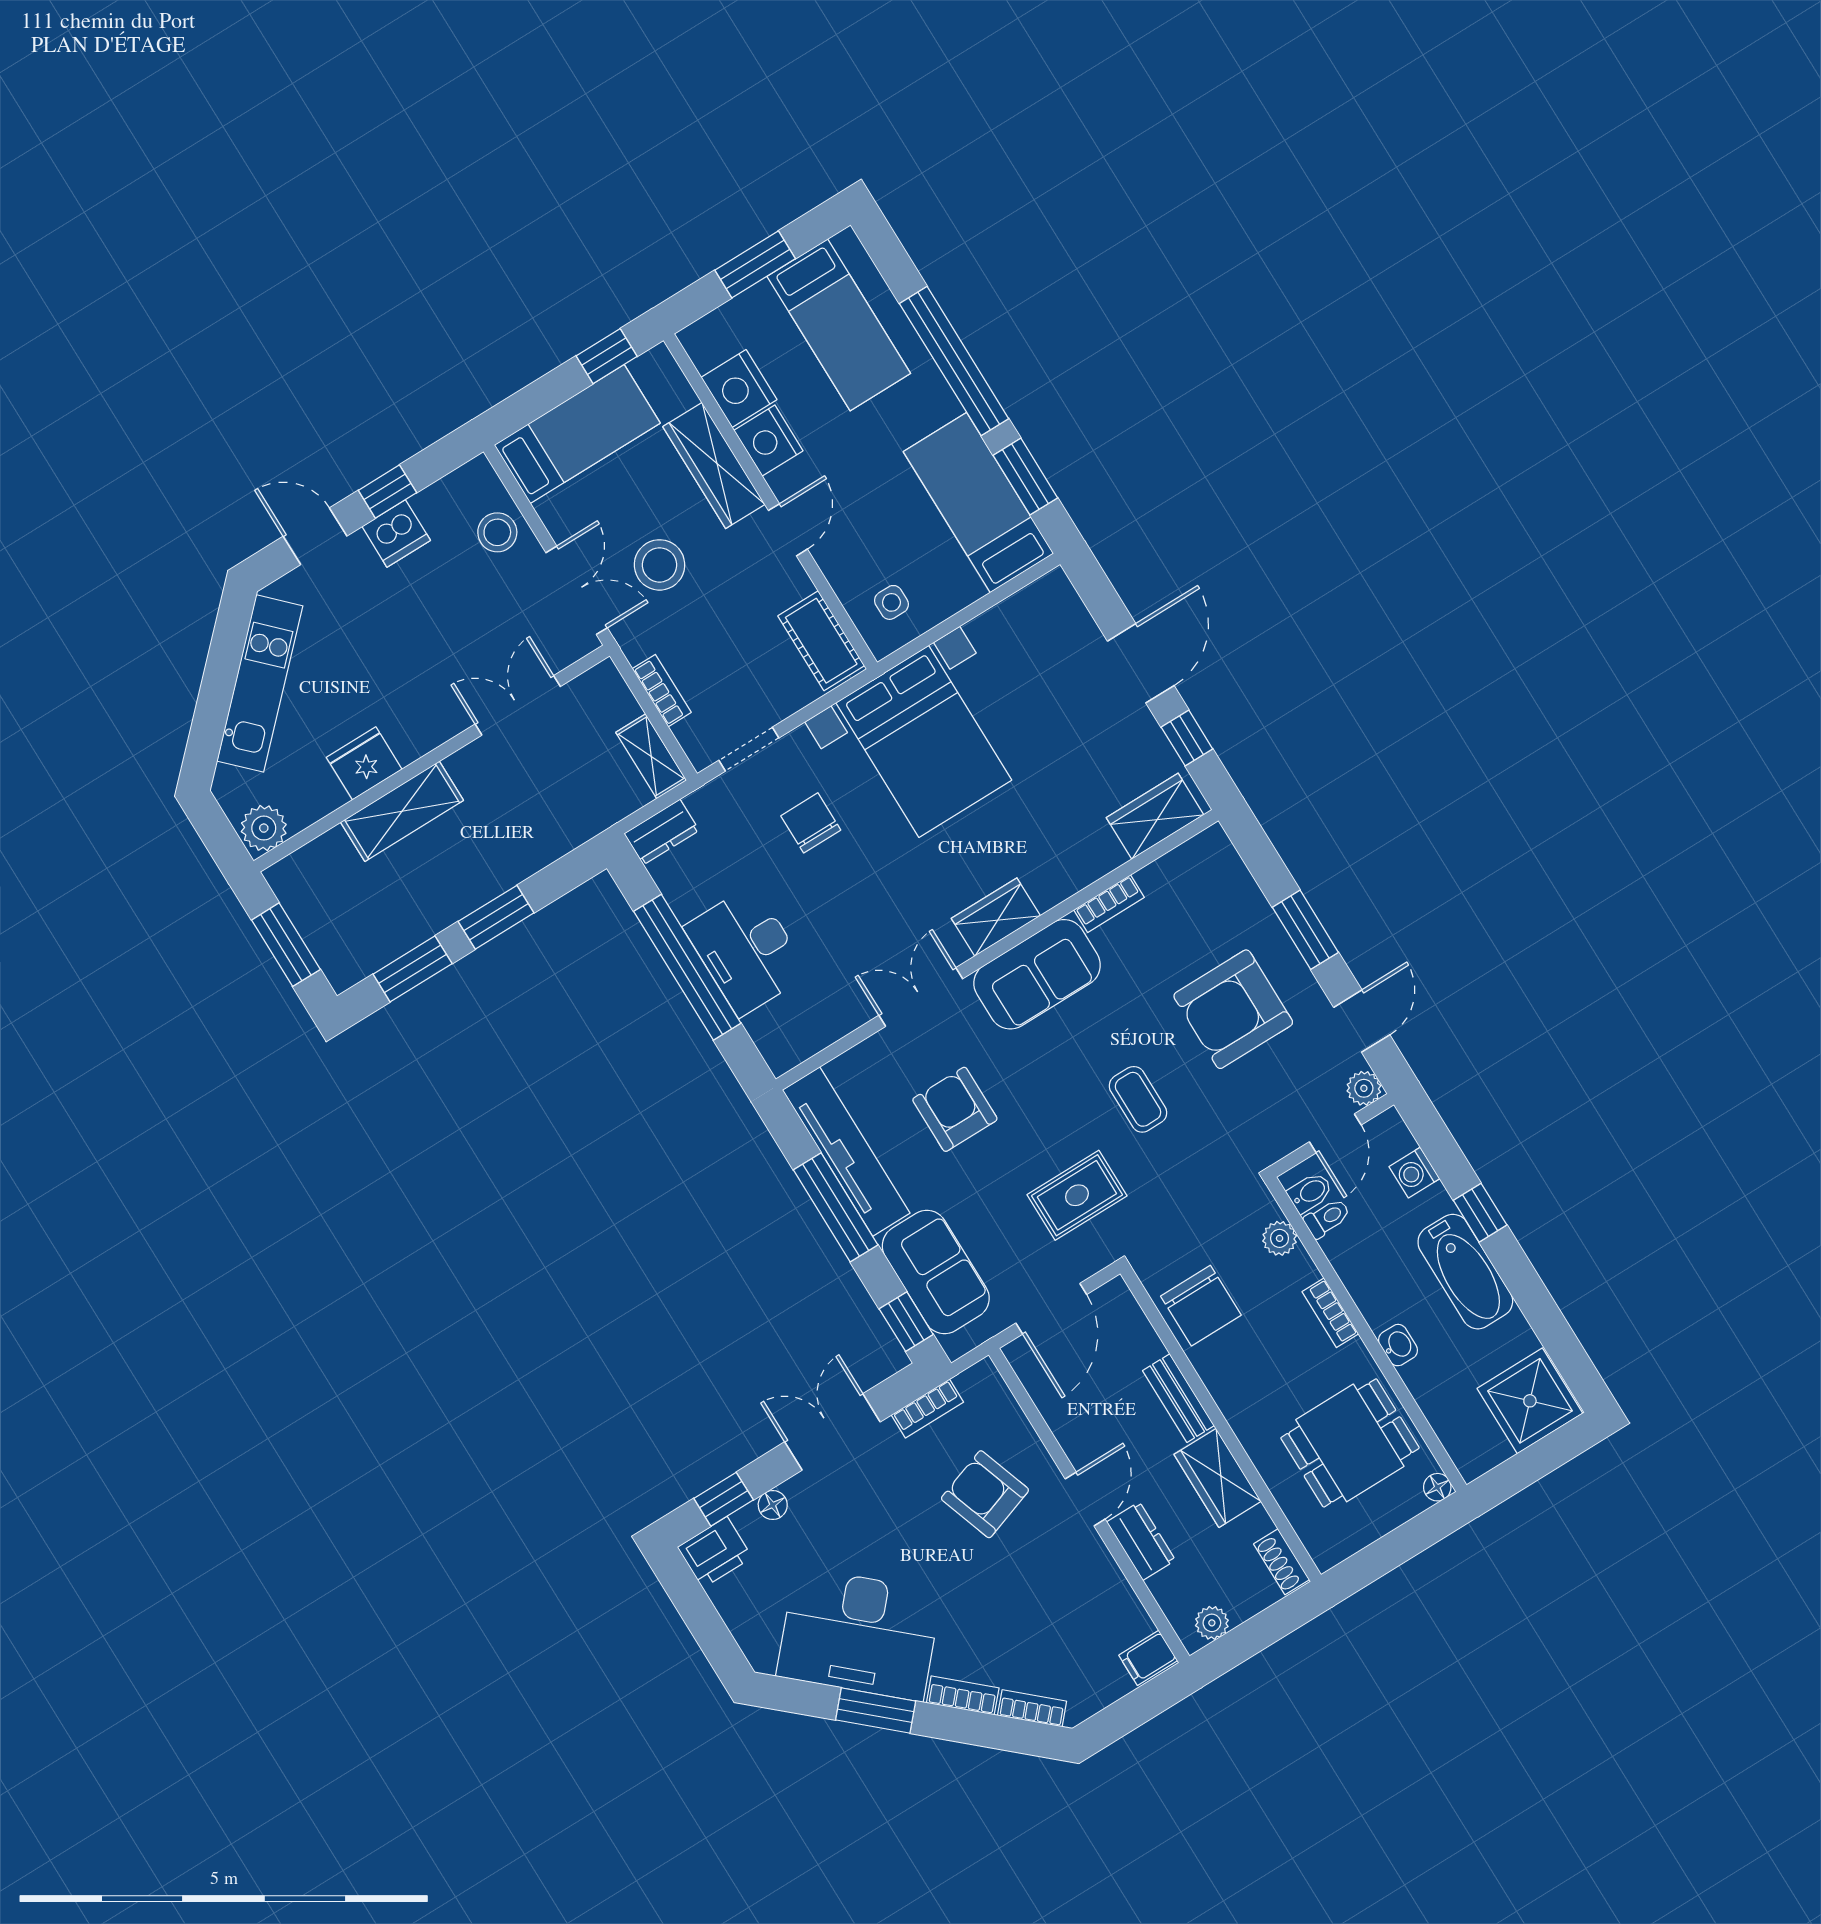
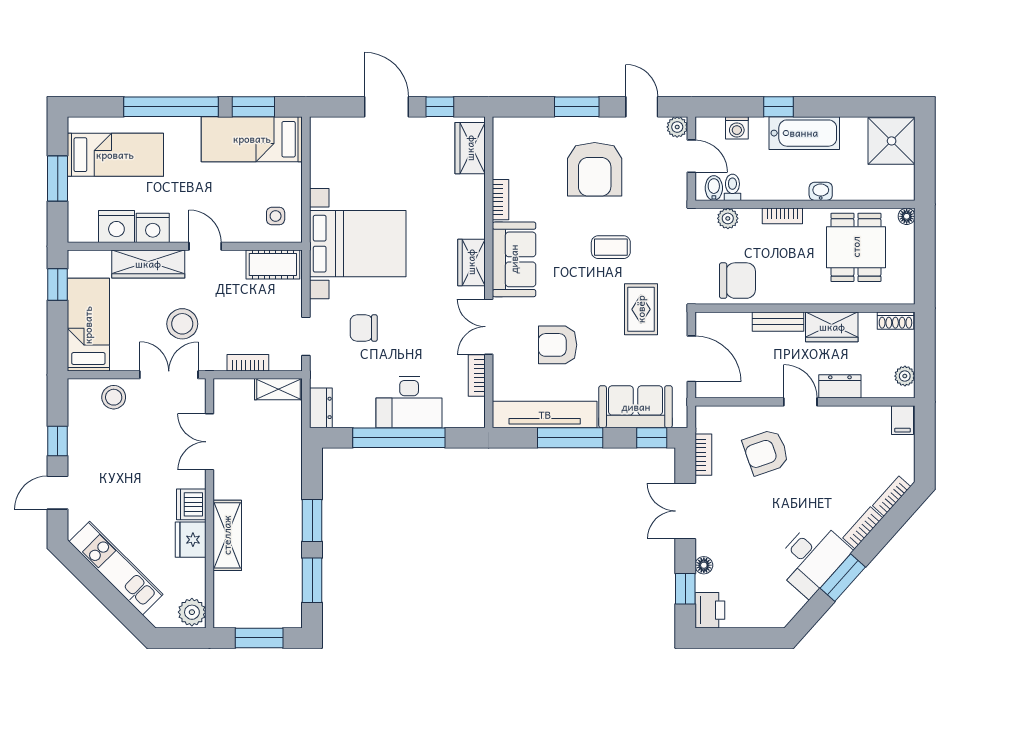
dishwasher: (396, 533) -> (191, 504), moved, turned 180
bookcase: (842, 1022) -> (477, 375), added
desk: (859, 1634) -> (812, 558), width x0.73, depth x0.77

